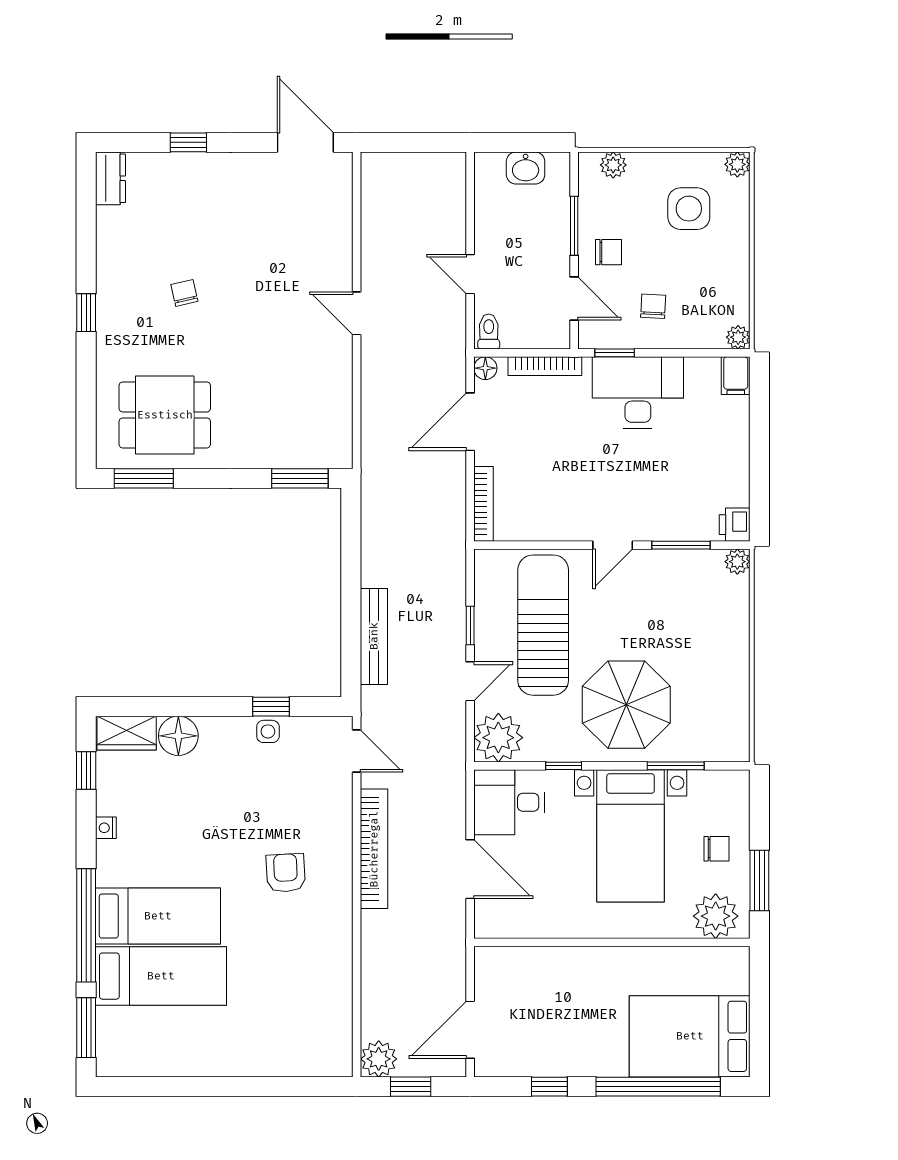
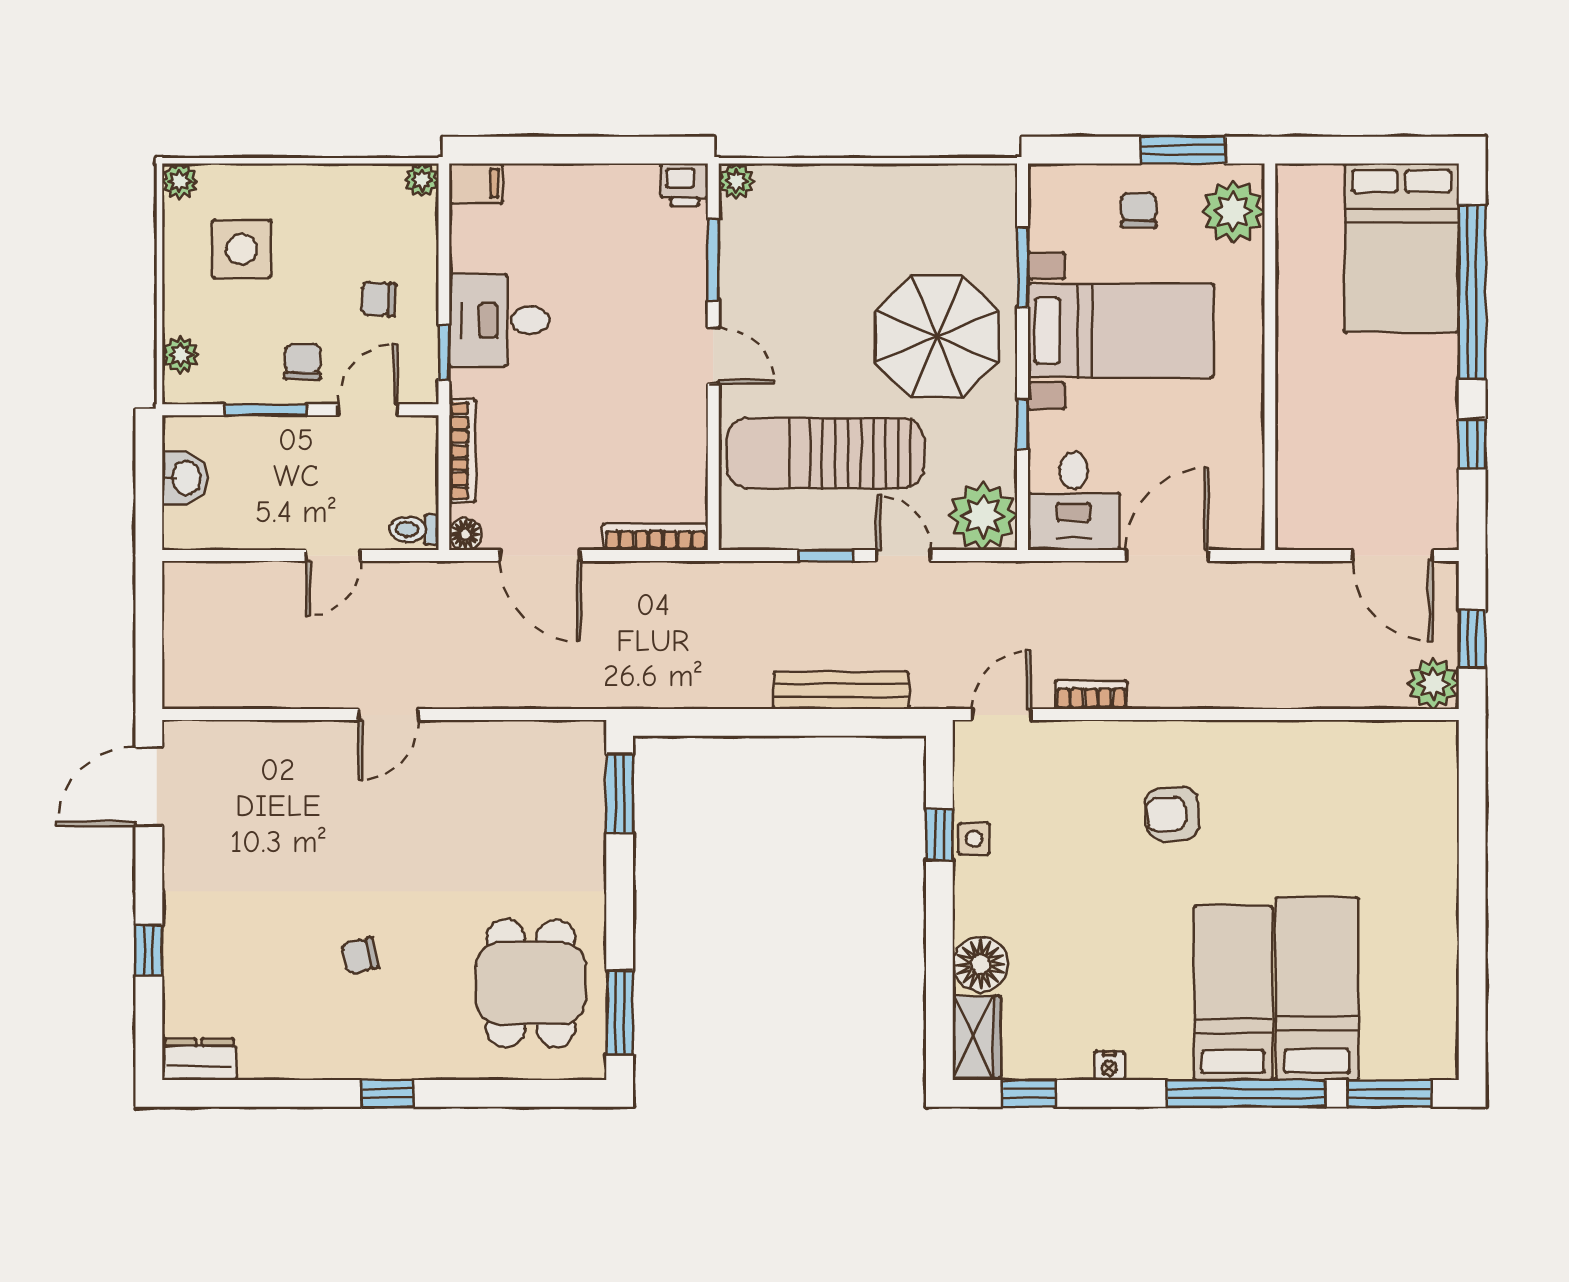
desk: (638, 392) -> (499, 320), width x0.73
bookcase: (374, 849) -> (1091, 695), width x0.43, depth x0.76

